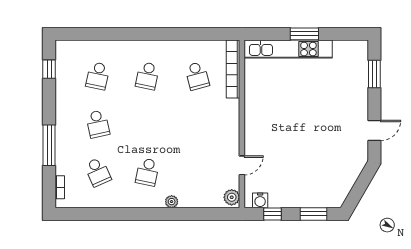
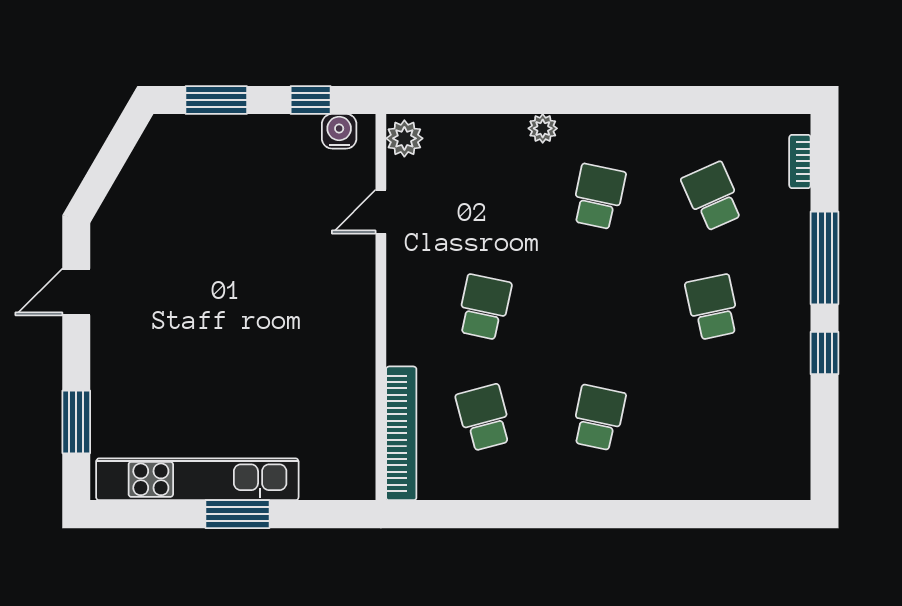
kitchen unit: (288, 49) -> (197, 479), moved
window: (49, 69) -> (825, 353), moved
school desk: (98, 76) -> (484, 307), moved

